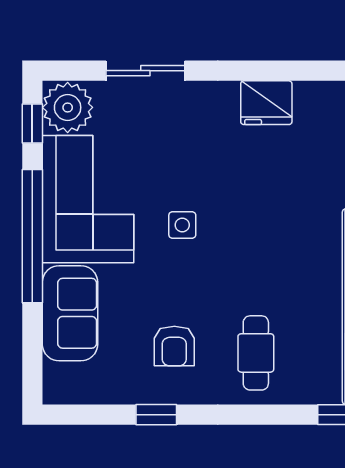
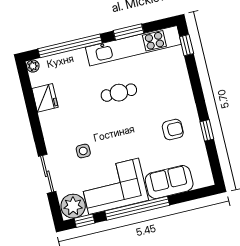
fridge: (266, 103) -> (45, 98), moved
side table: (182, 225) -> (83, 151), moved
cafe table: (256, 353) -> (119, 93), moved

